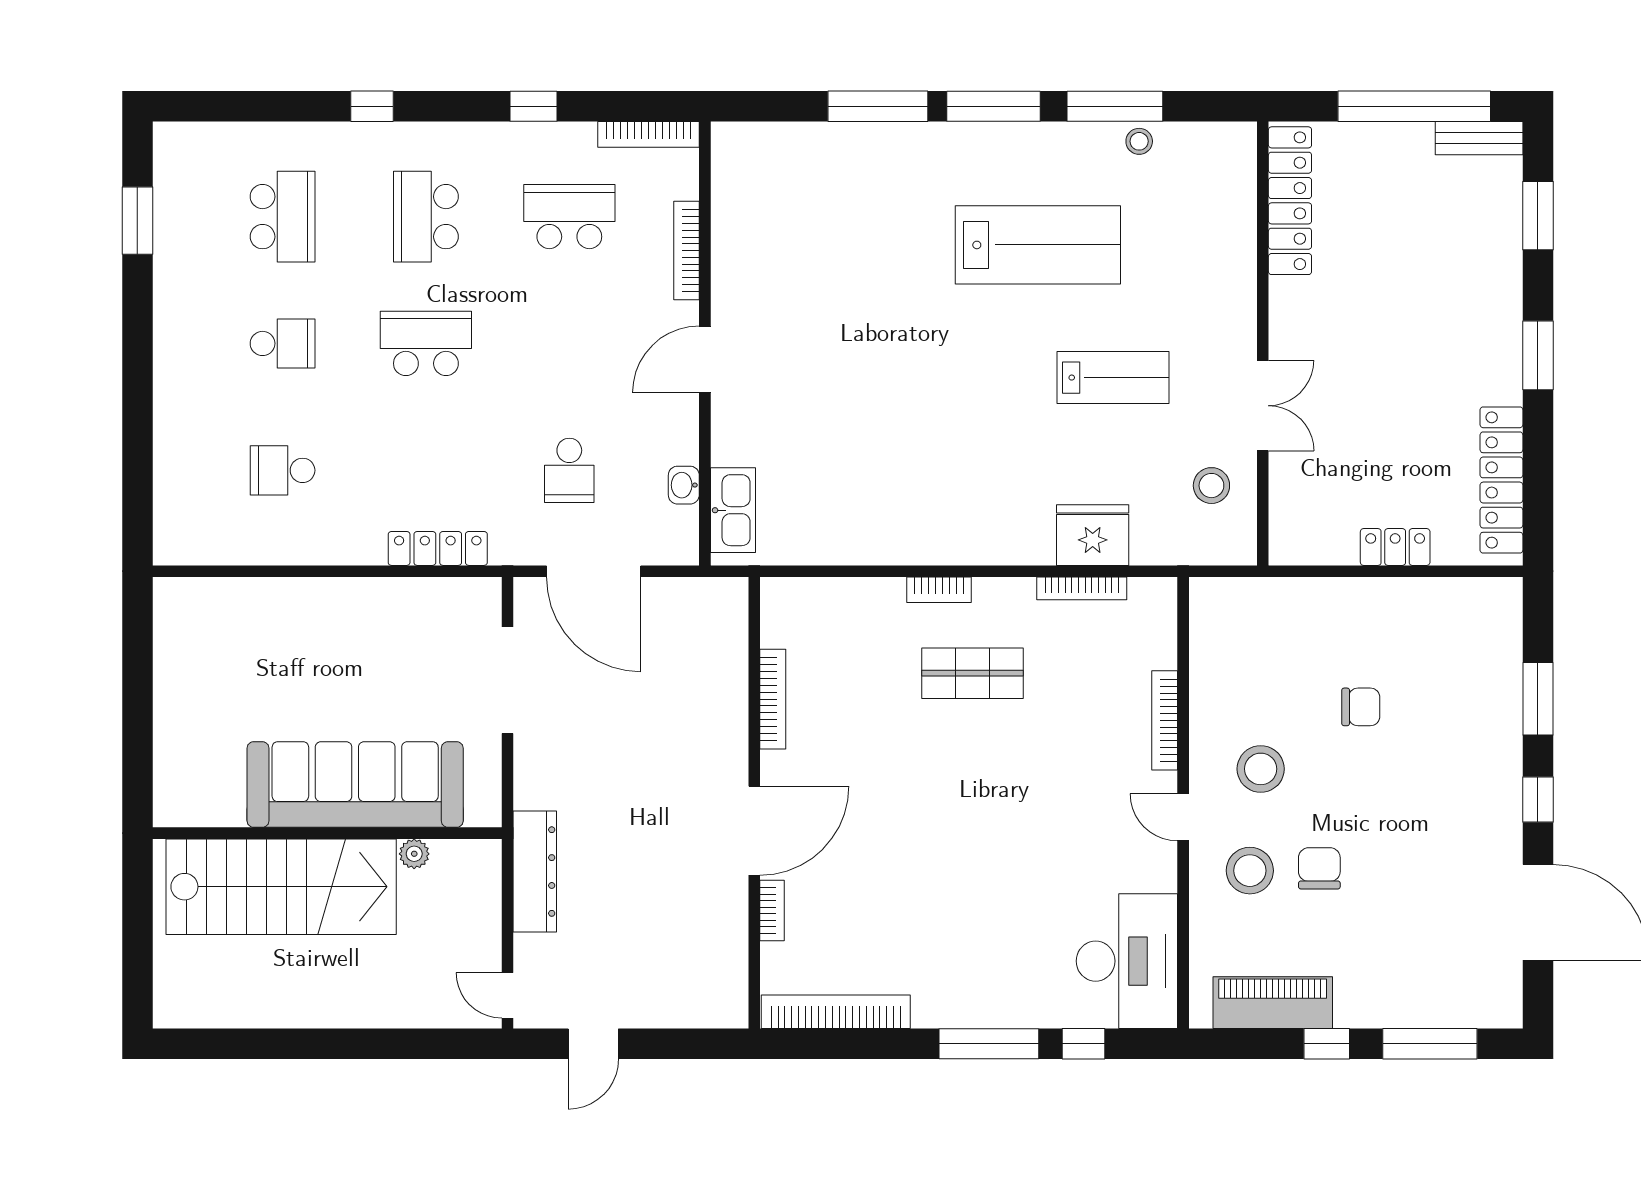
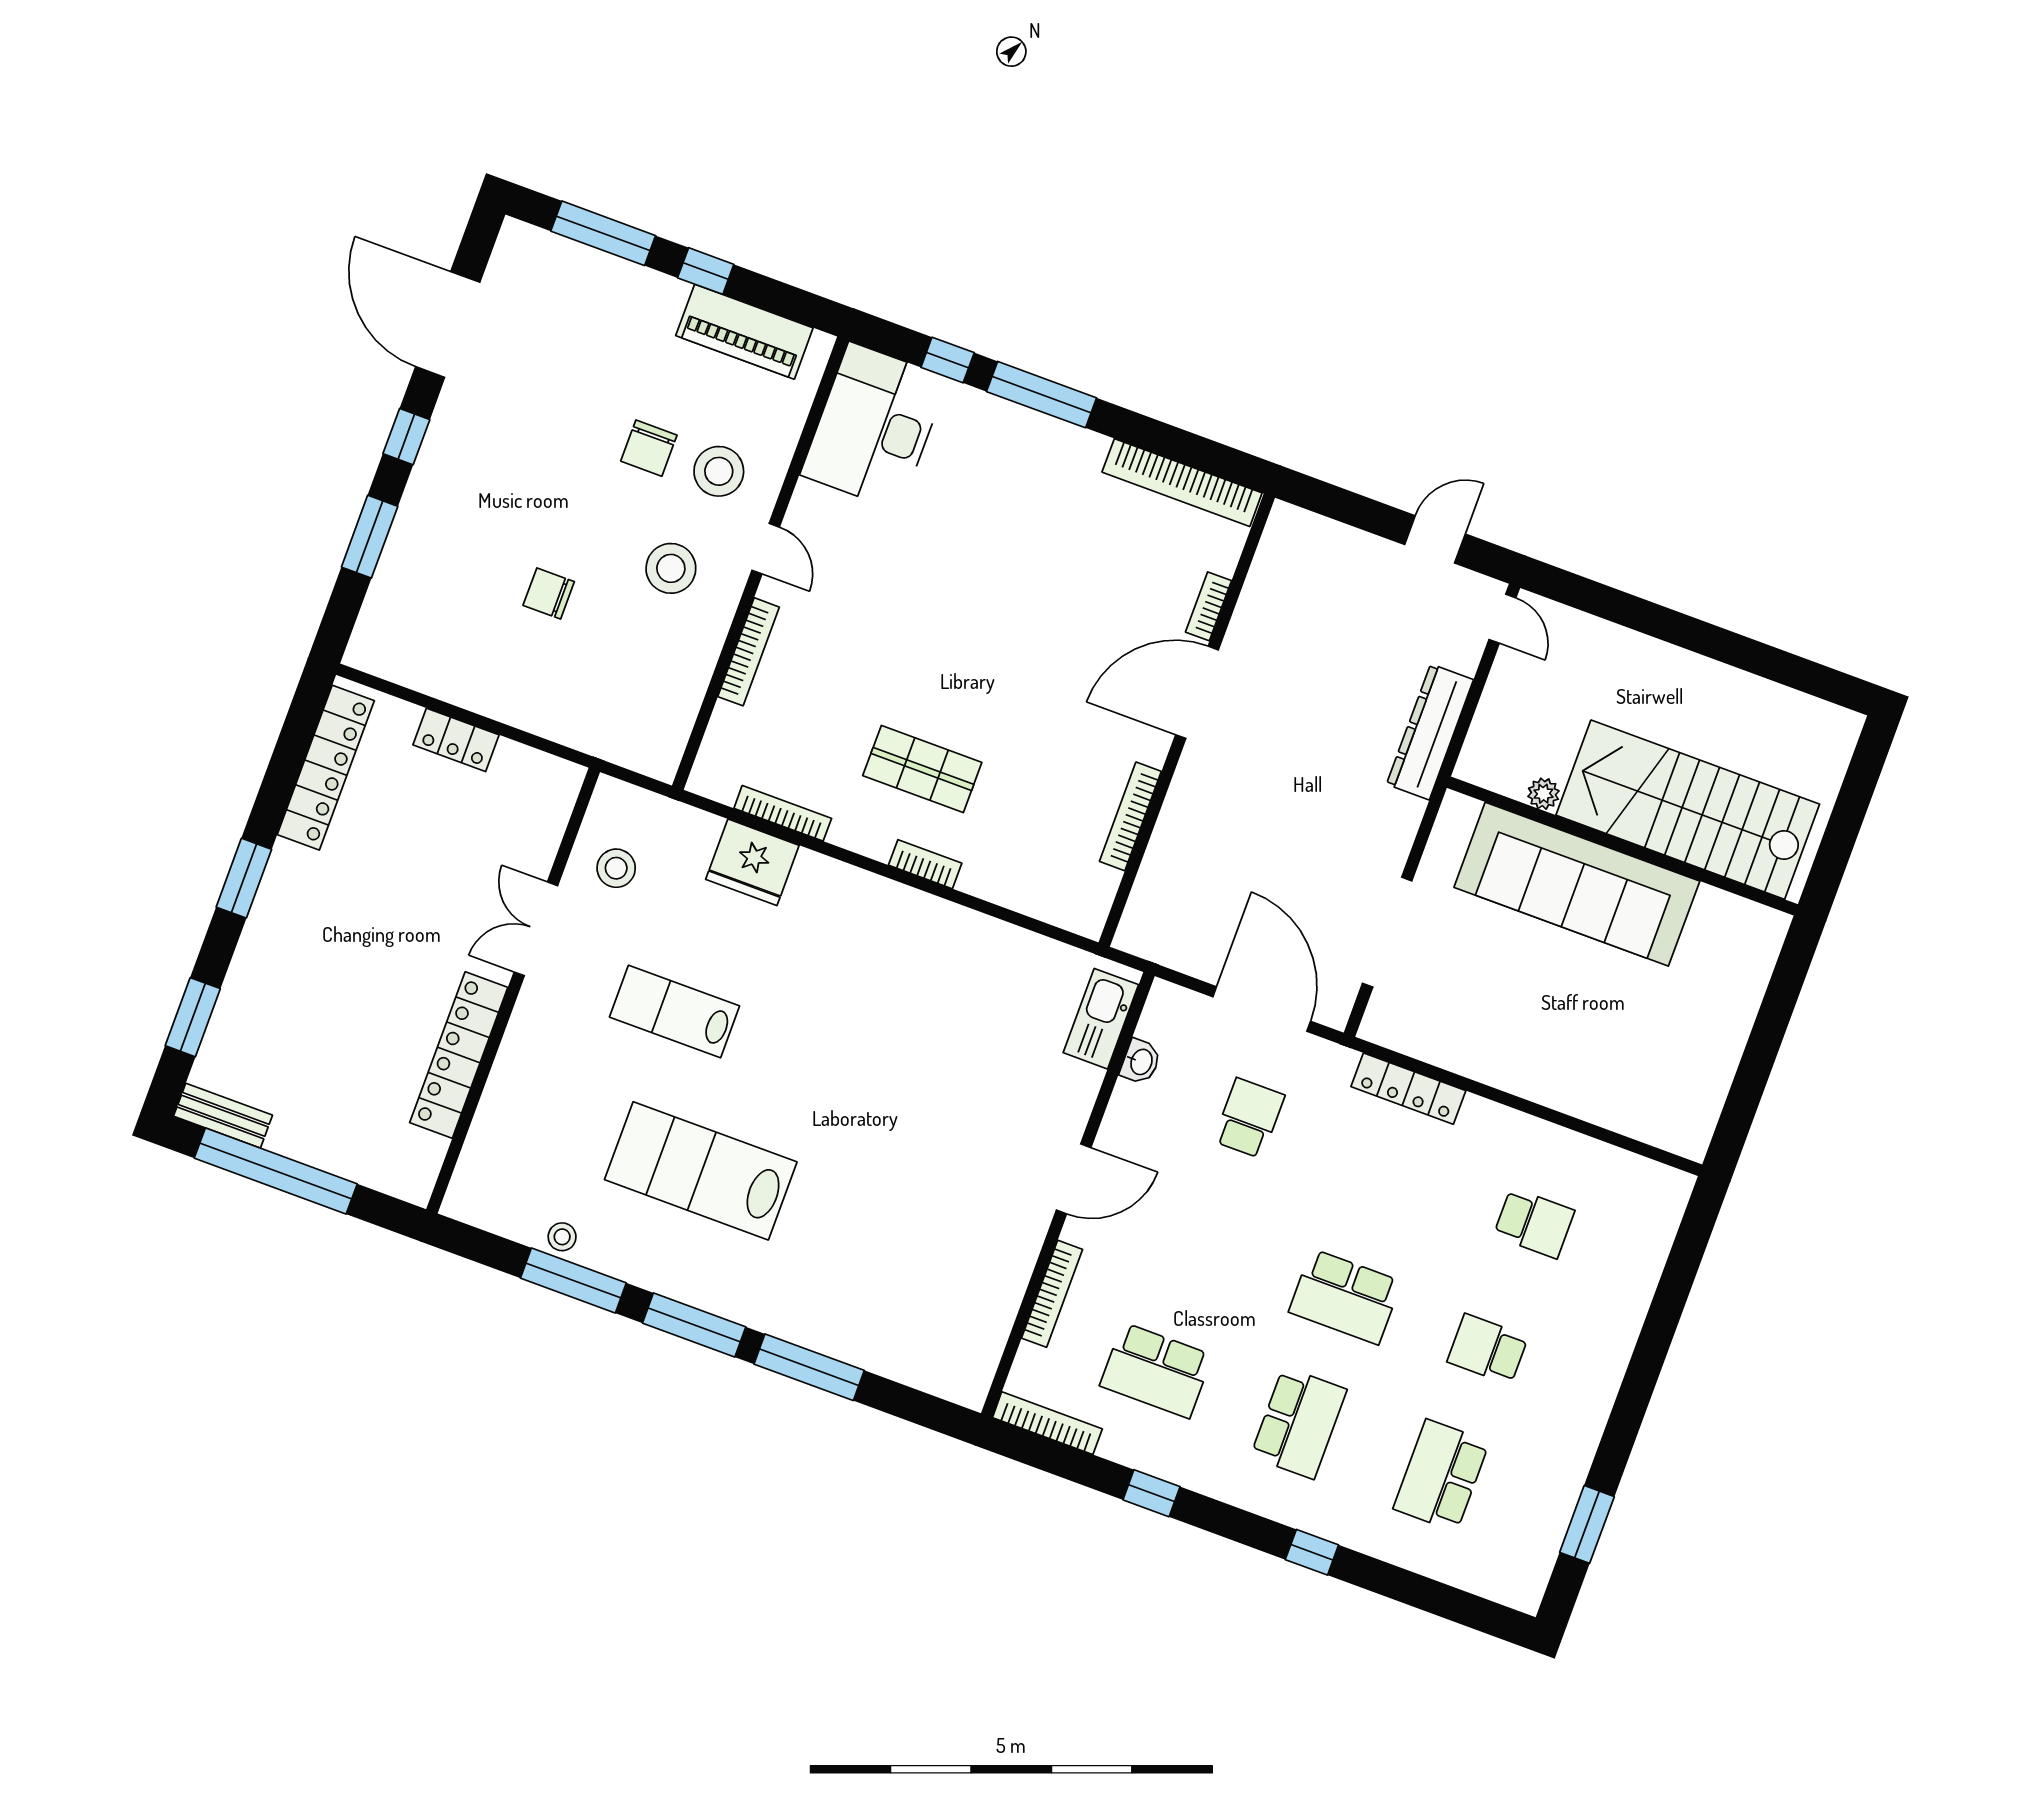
locker: (1290, 201) -> (459, 1055), moved

